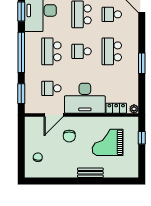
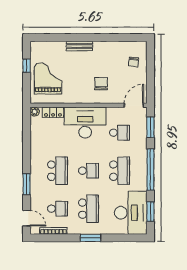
window: (142, 63) -> (27, 184), moved
door: (54, 115) -> (134, 105), moved
window: (142, 138) -> (27, 66), moved
grand piano: (108, 142) -> (48, 78), moved, turned -90

